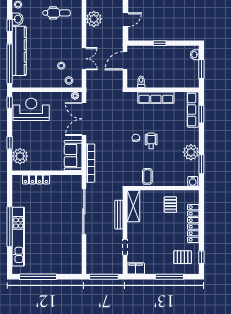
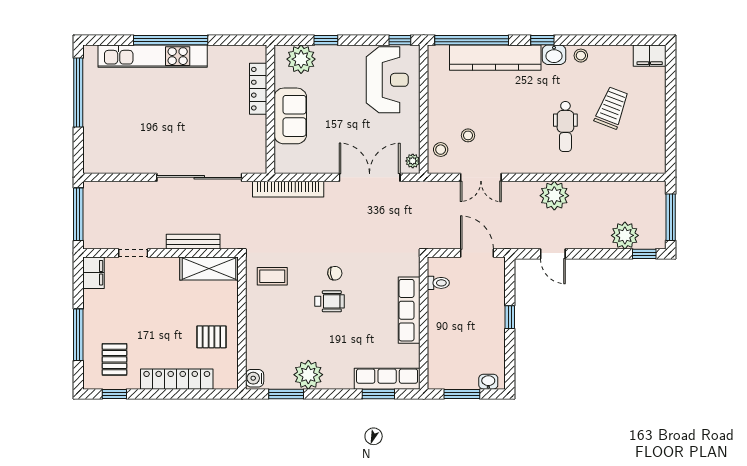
sofa: (73, 156) -> (290, 116), moved, turned 90
coffee table: (147, 176) -> (272, 276), moved

